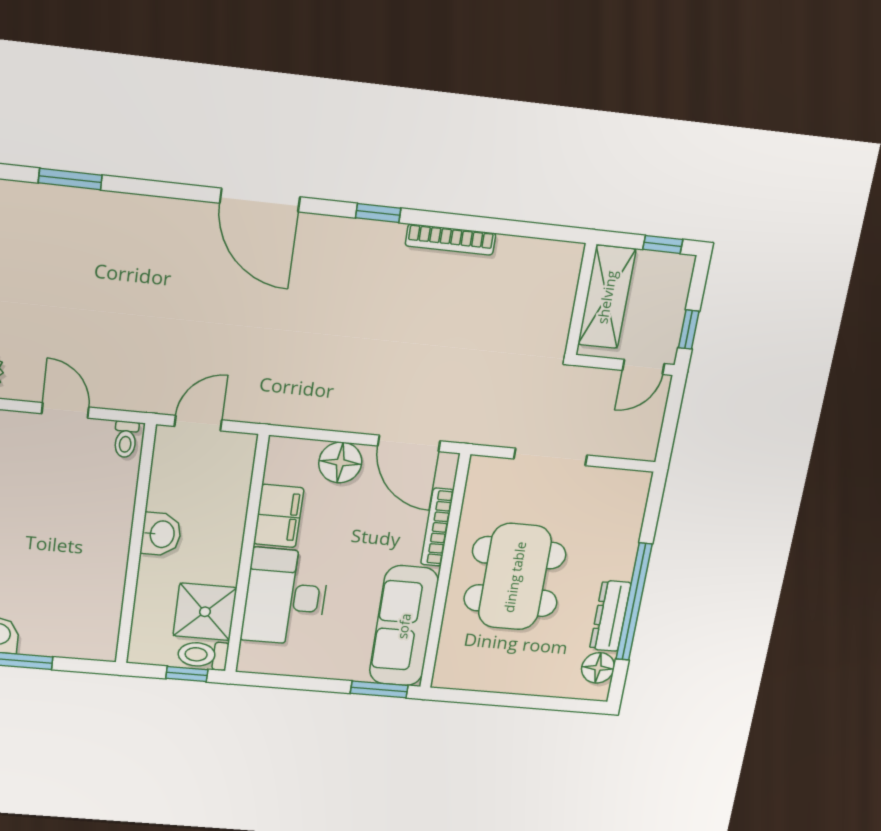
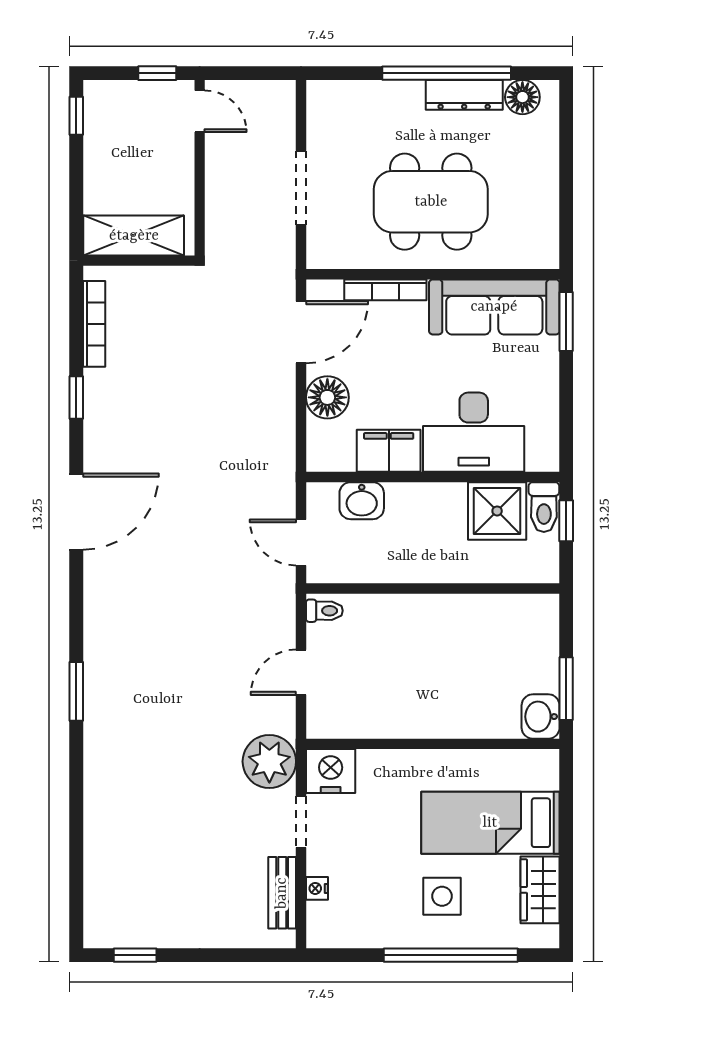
shelving: (607, 297) -> (134, 236), moved
wall: (581, 299) -> (139, 261), moved
washbasin: (161, 534) -> (362, 501), moved, turned 180

